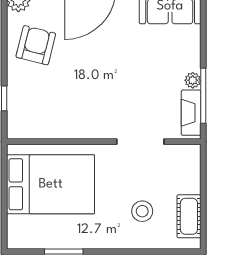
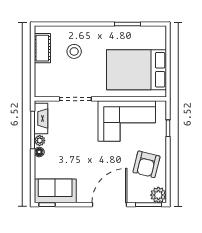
floor lamp: (194, 63) -> (39, 152), added
corner sofa: (65, 109) -> (127, 121), added

